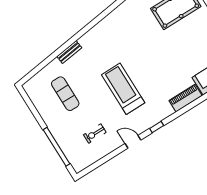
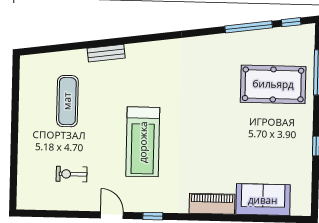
treadmill: (123, 89) -> (143, 142), turned 180
window: (57, 147) -> (14, 159), removed

